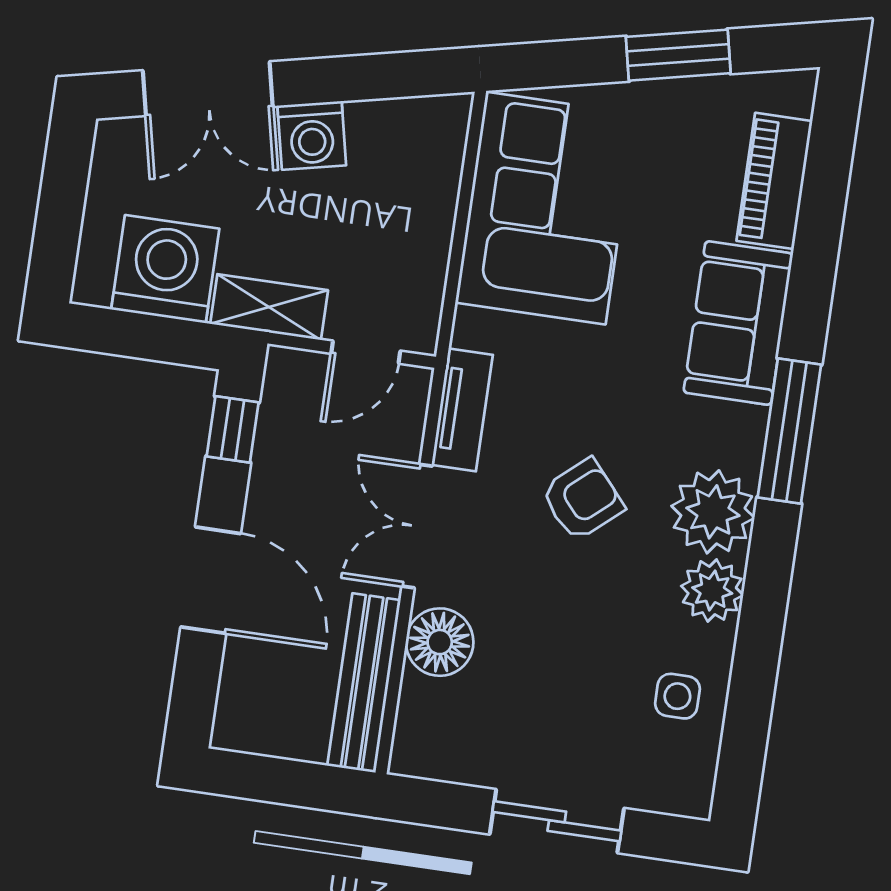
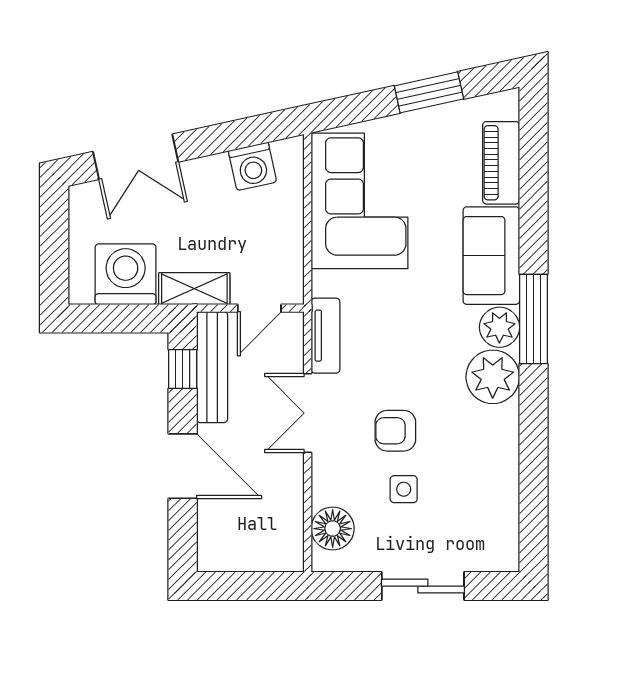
washing machine: (312, 135) -> (253, 166), moved
armchair: (582, 500) -> (395, 431), moved, turned -139
plant: (712, 590) -> (499, 327), moved
floor lamp: (440, 642) -> (333, 529), moved
bench: (364, 683) -> (212, 367), moved
side table: (677, 696) -> (404, 489), moved

